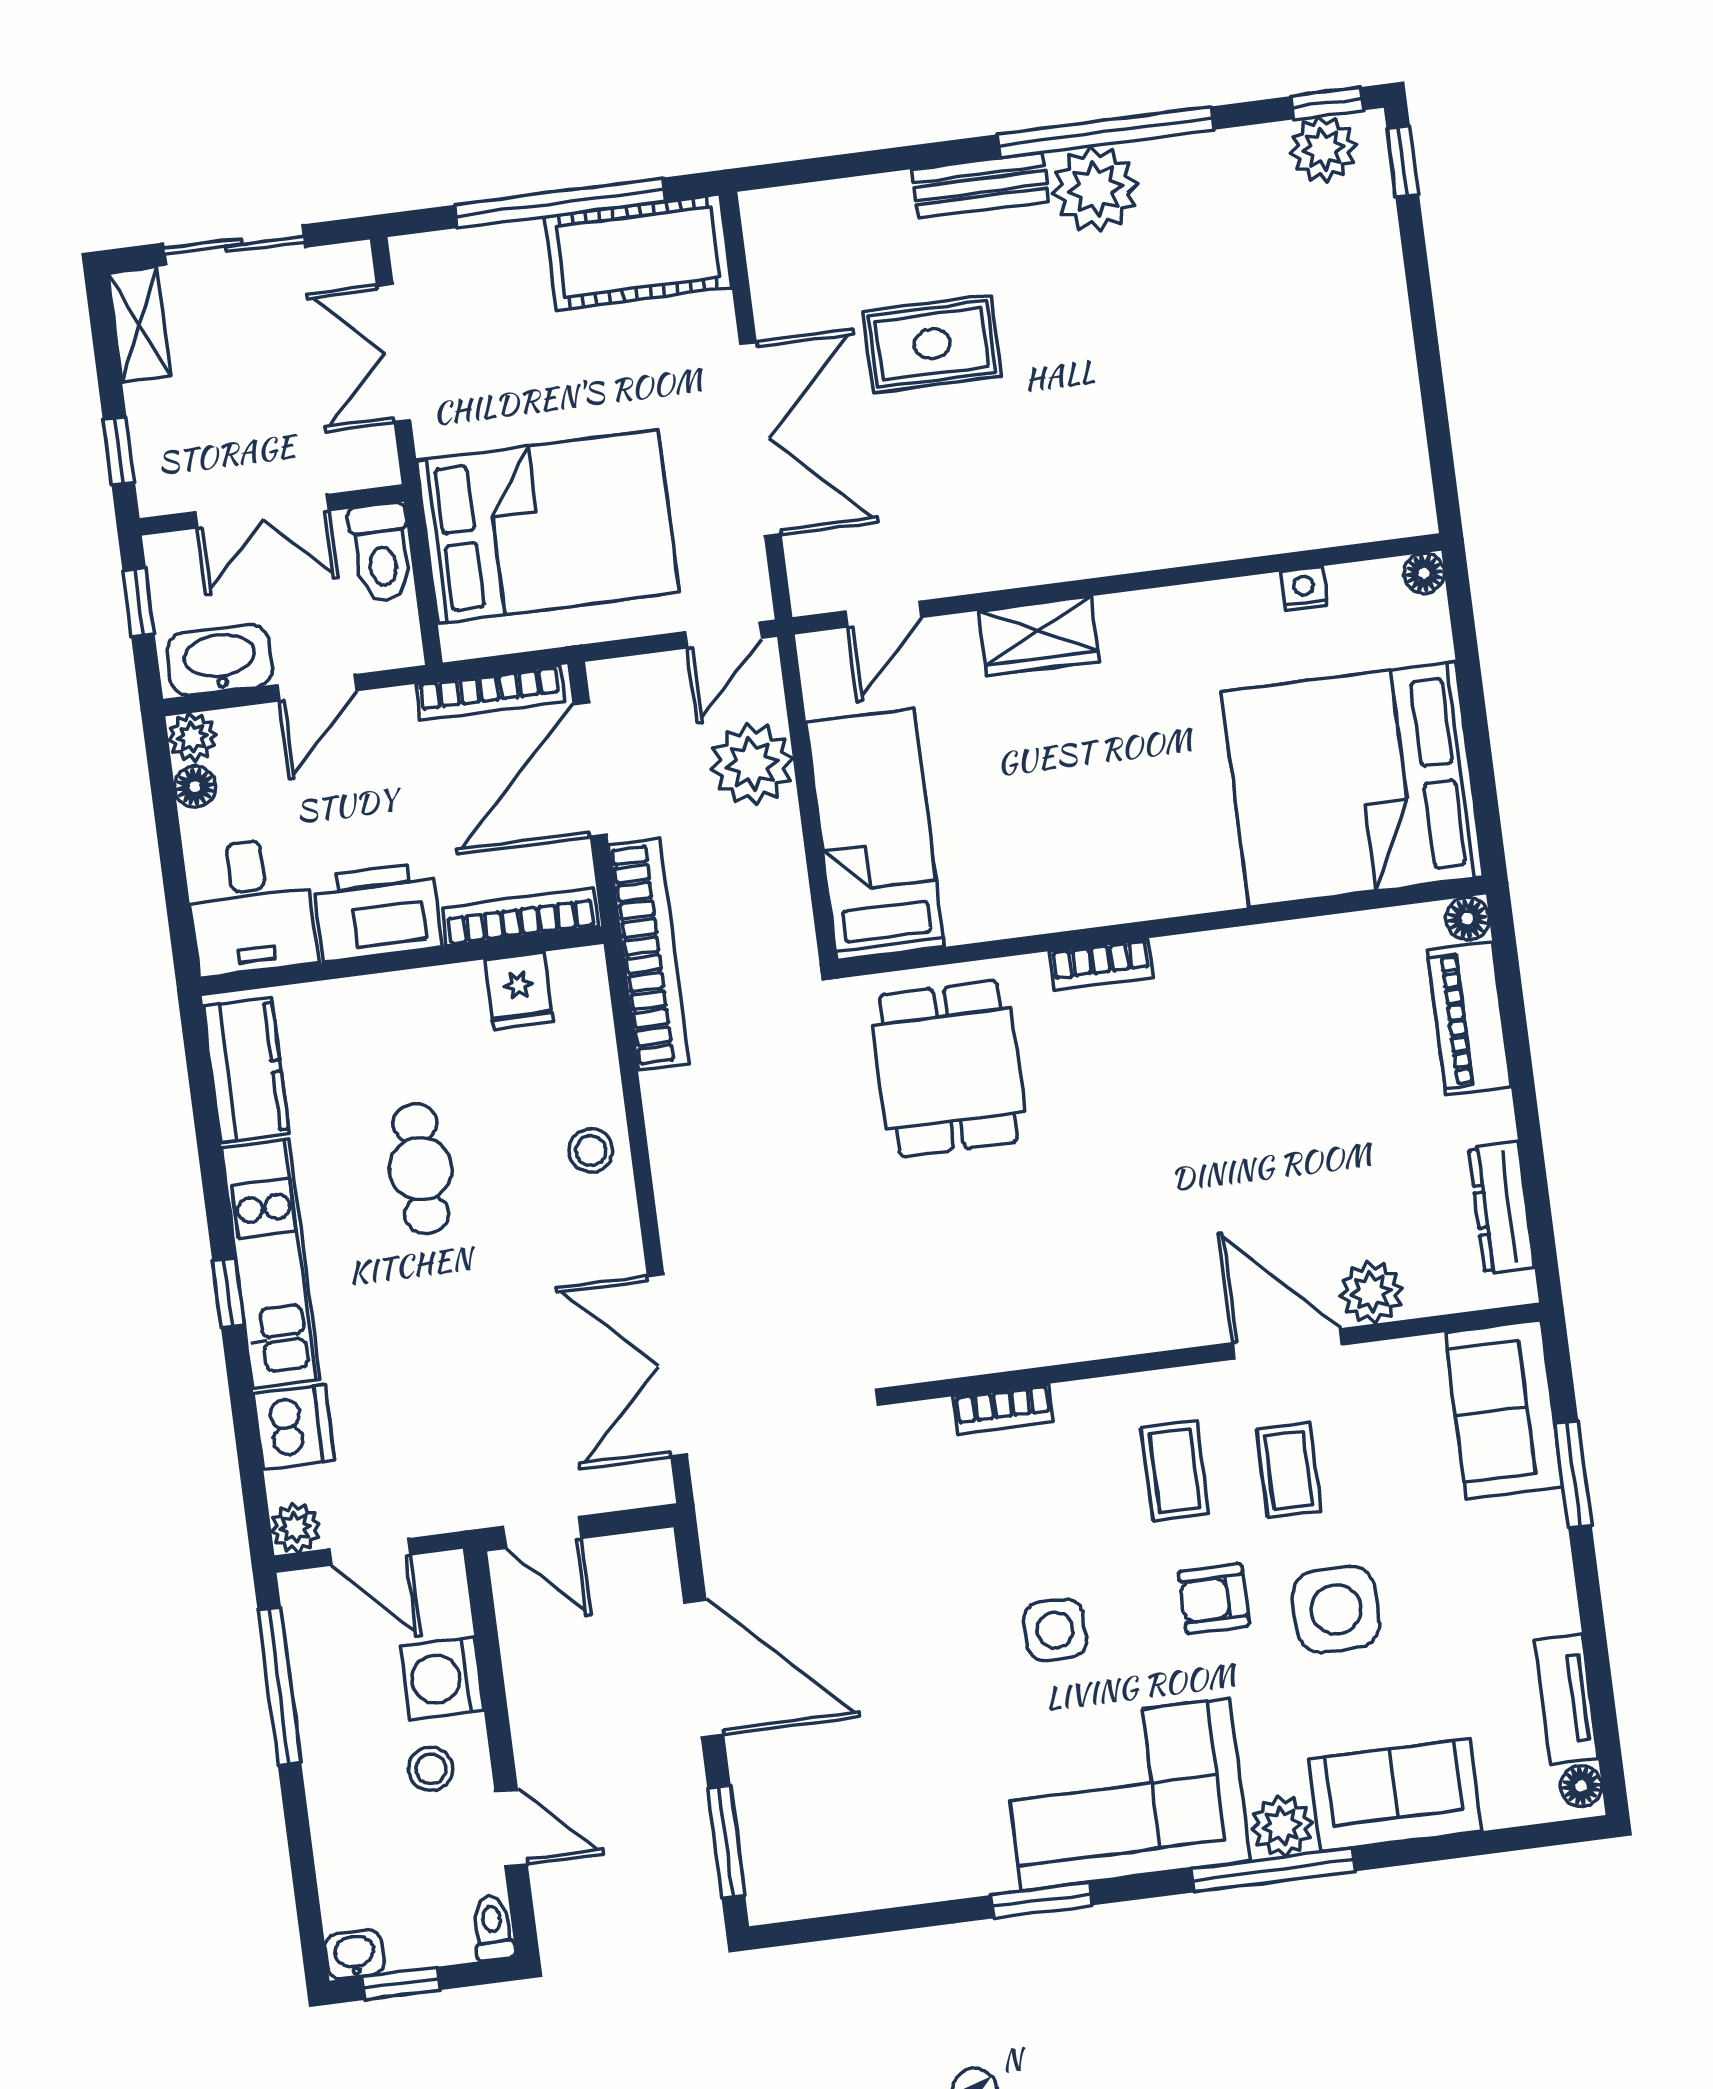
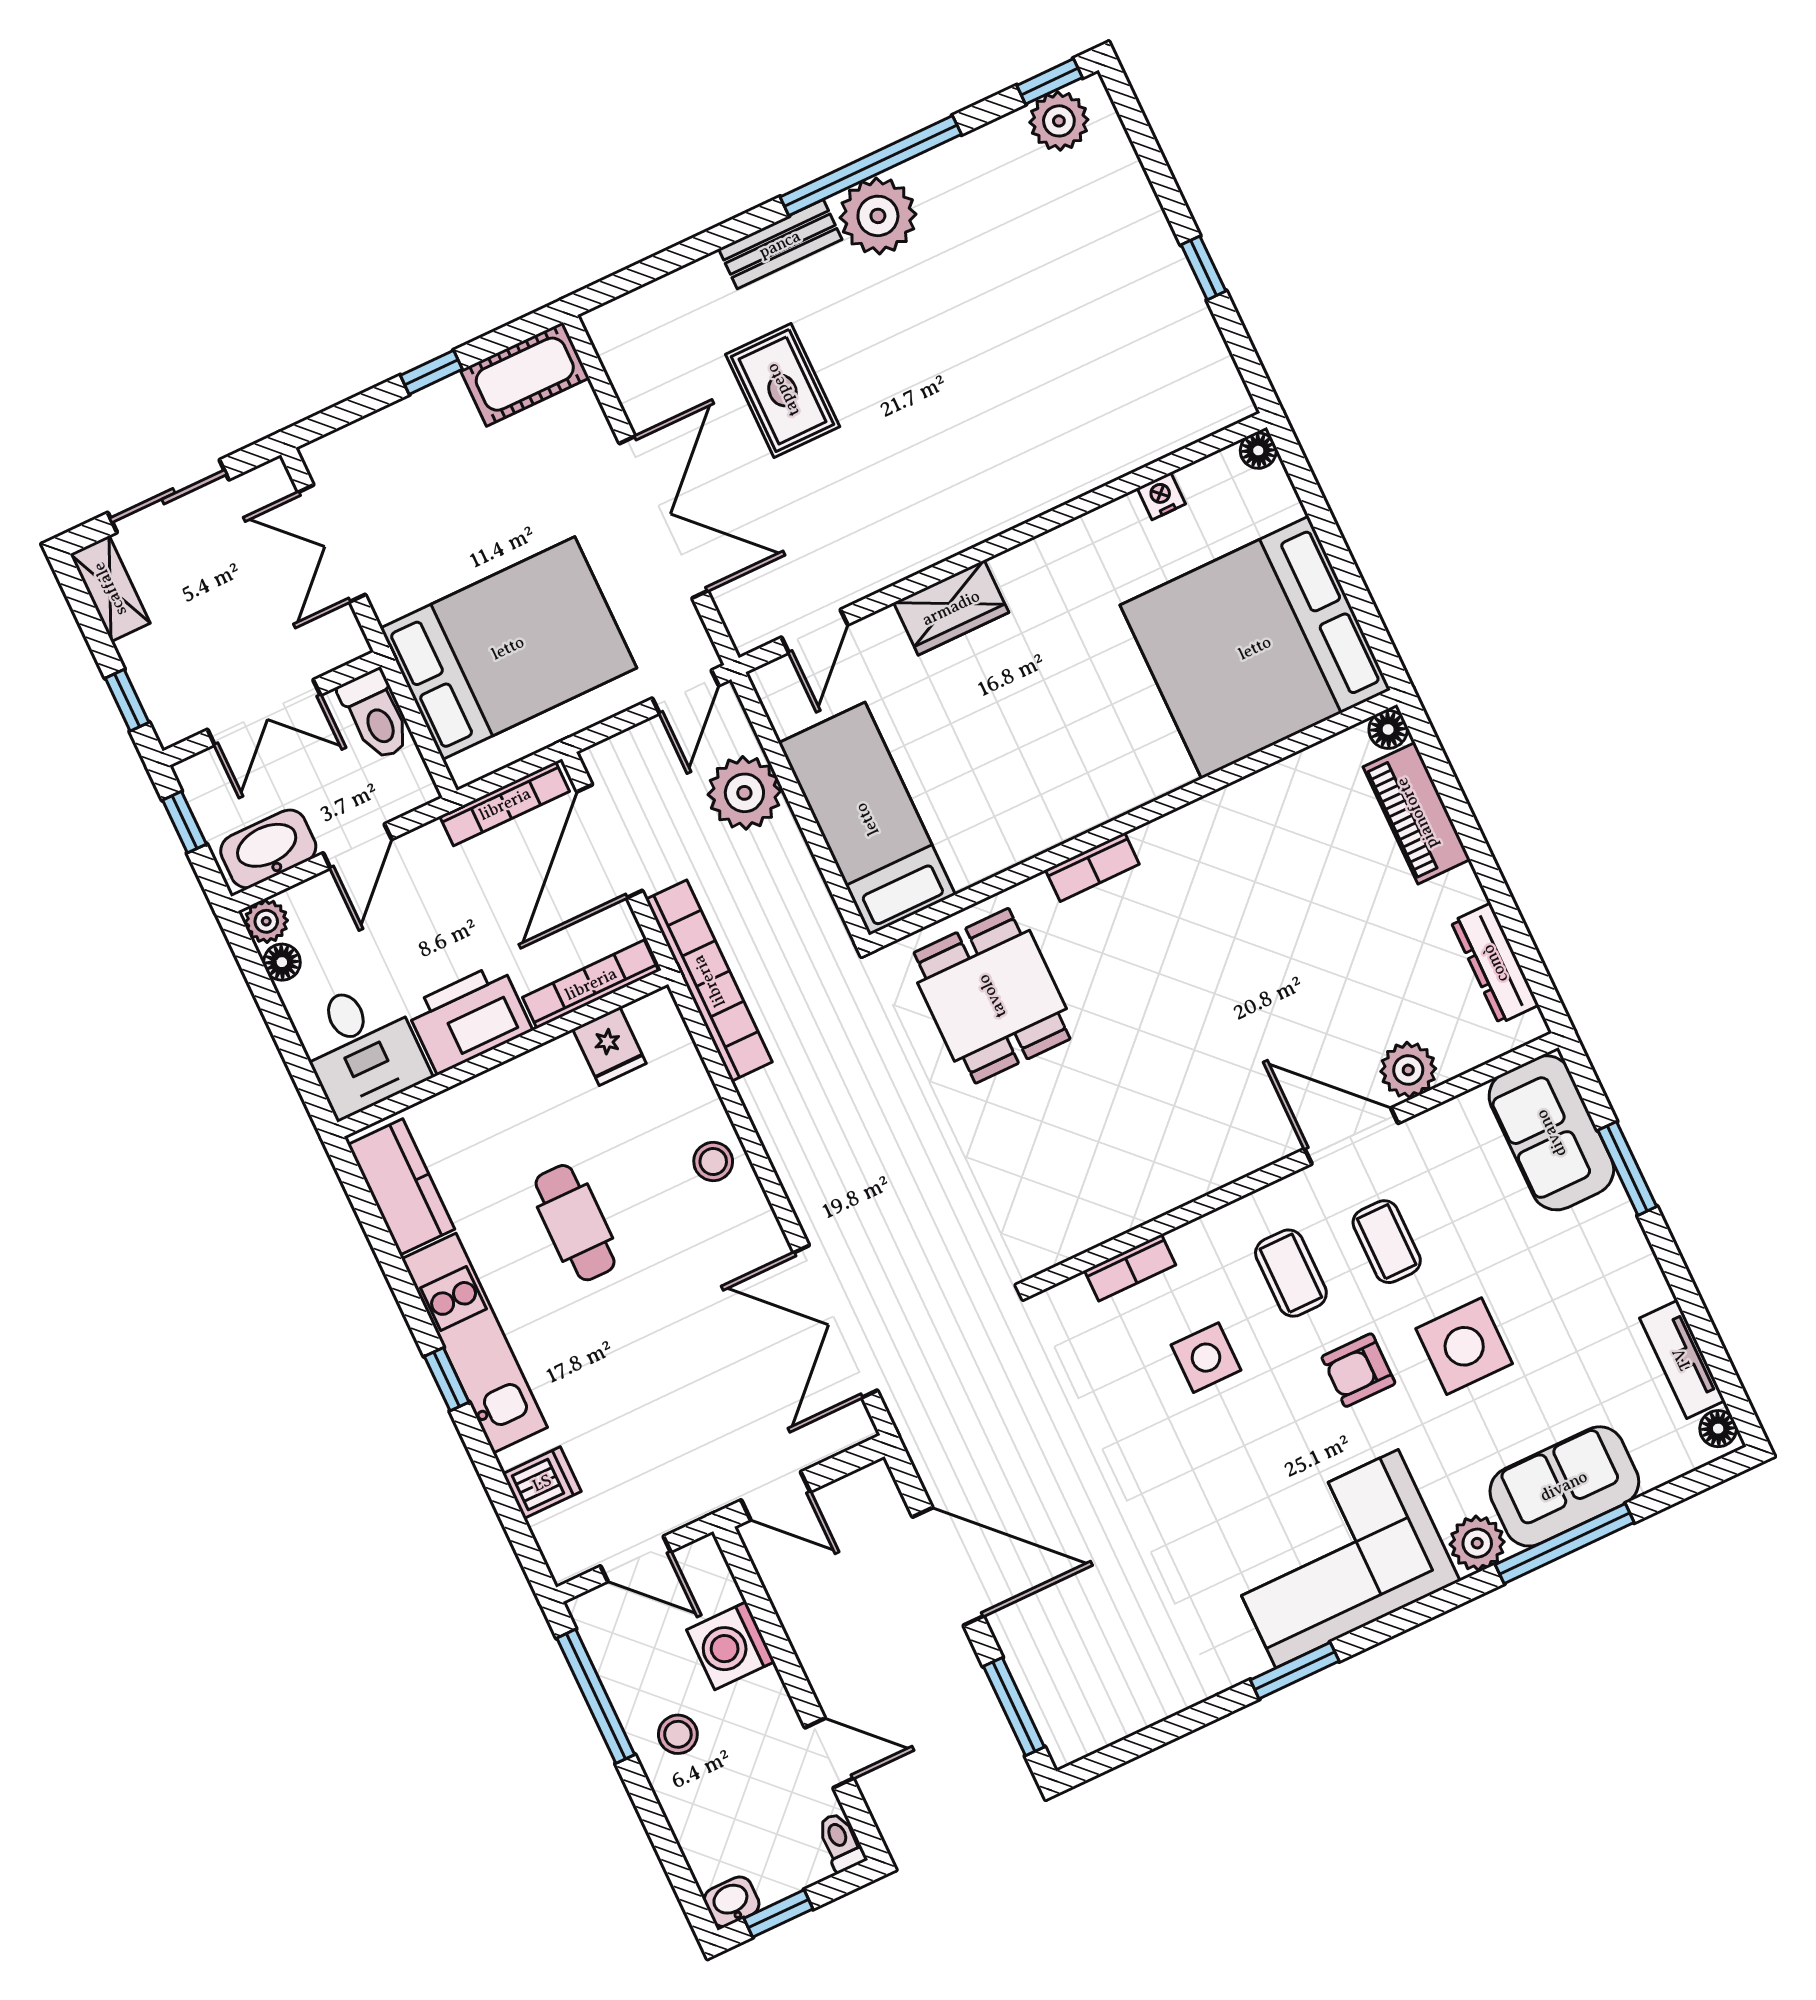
window: (1403, 161) -> (1203, 268), moved
window: (560, 203) -> (431, 372), width x0.32
cot: (638, 252) -> (525, 374), width x0.73, depth x0.75
rug: (932, 344) -> (783, 390), turned 90
dishwasher: (294, 1427) -> (542, 1483), width x0.73
plant: (296, 1528) -> (567, 1559), removed
side table: (1055, 1630) -> (1206, 1358), moved
stool: (431, 1769) -> (678, 1734), moved
window: (1273, 1870) -> (1565, 1544), moved

